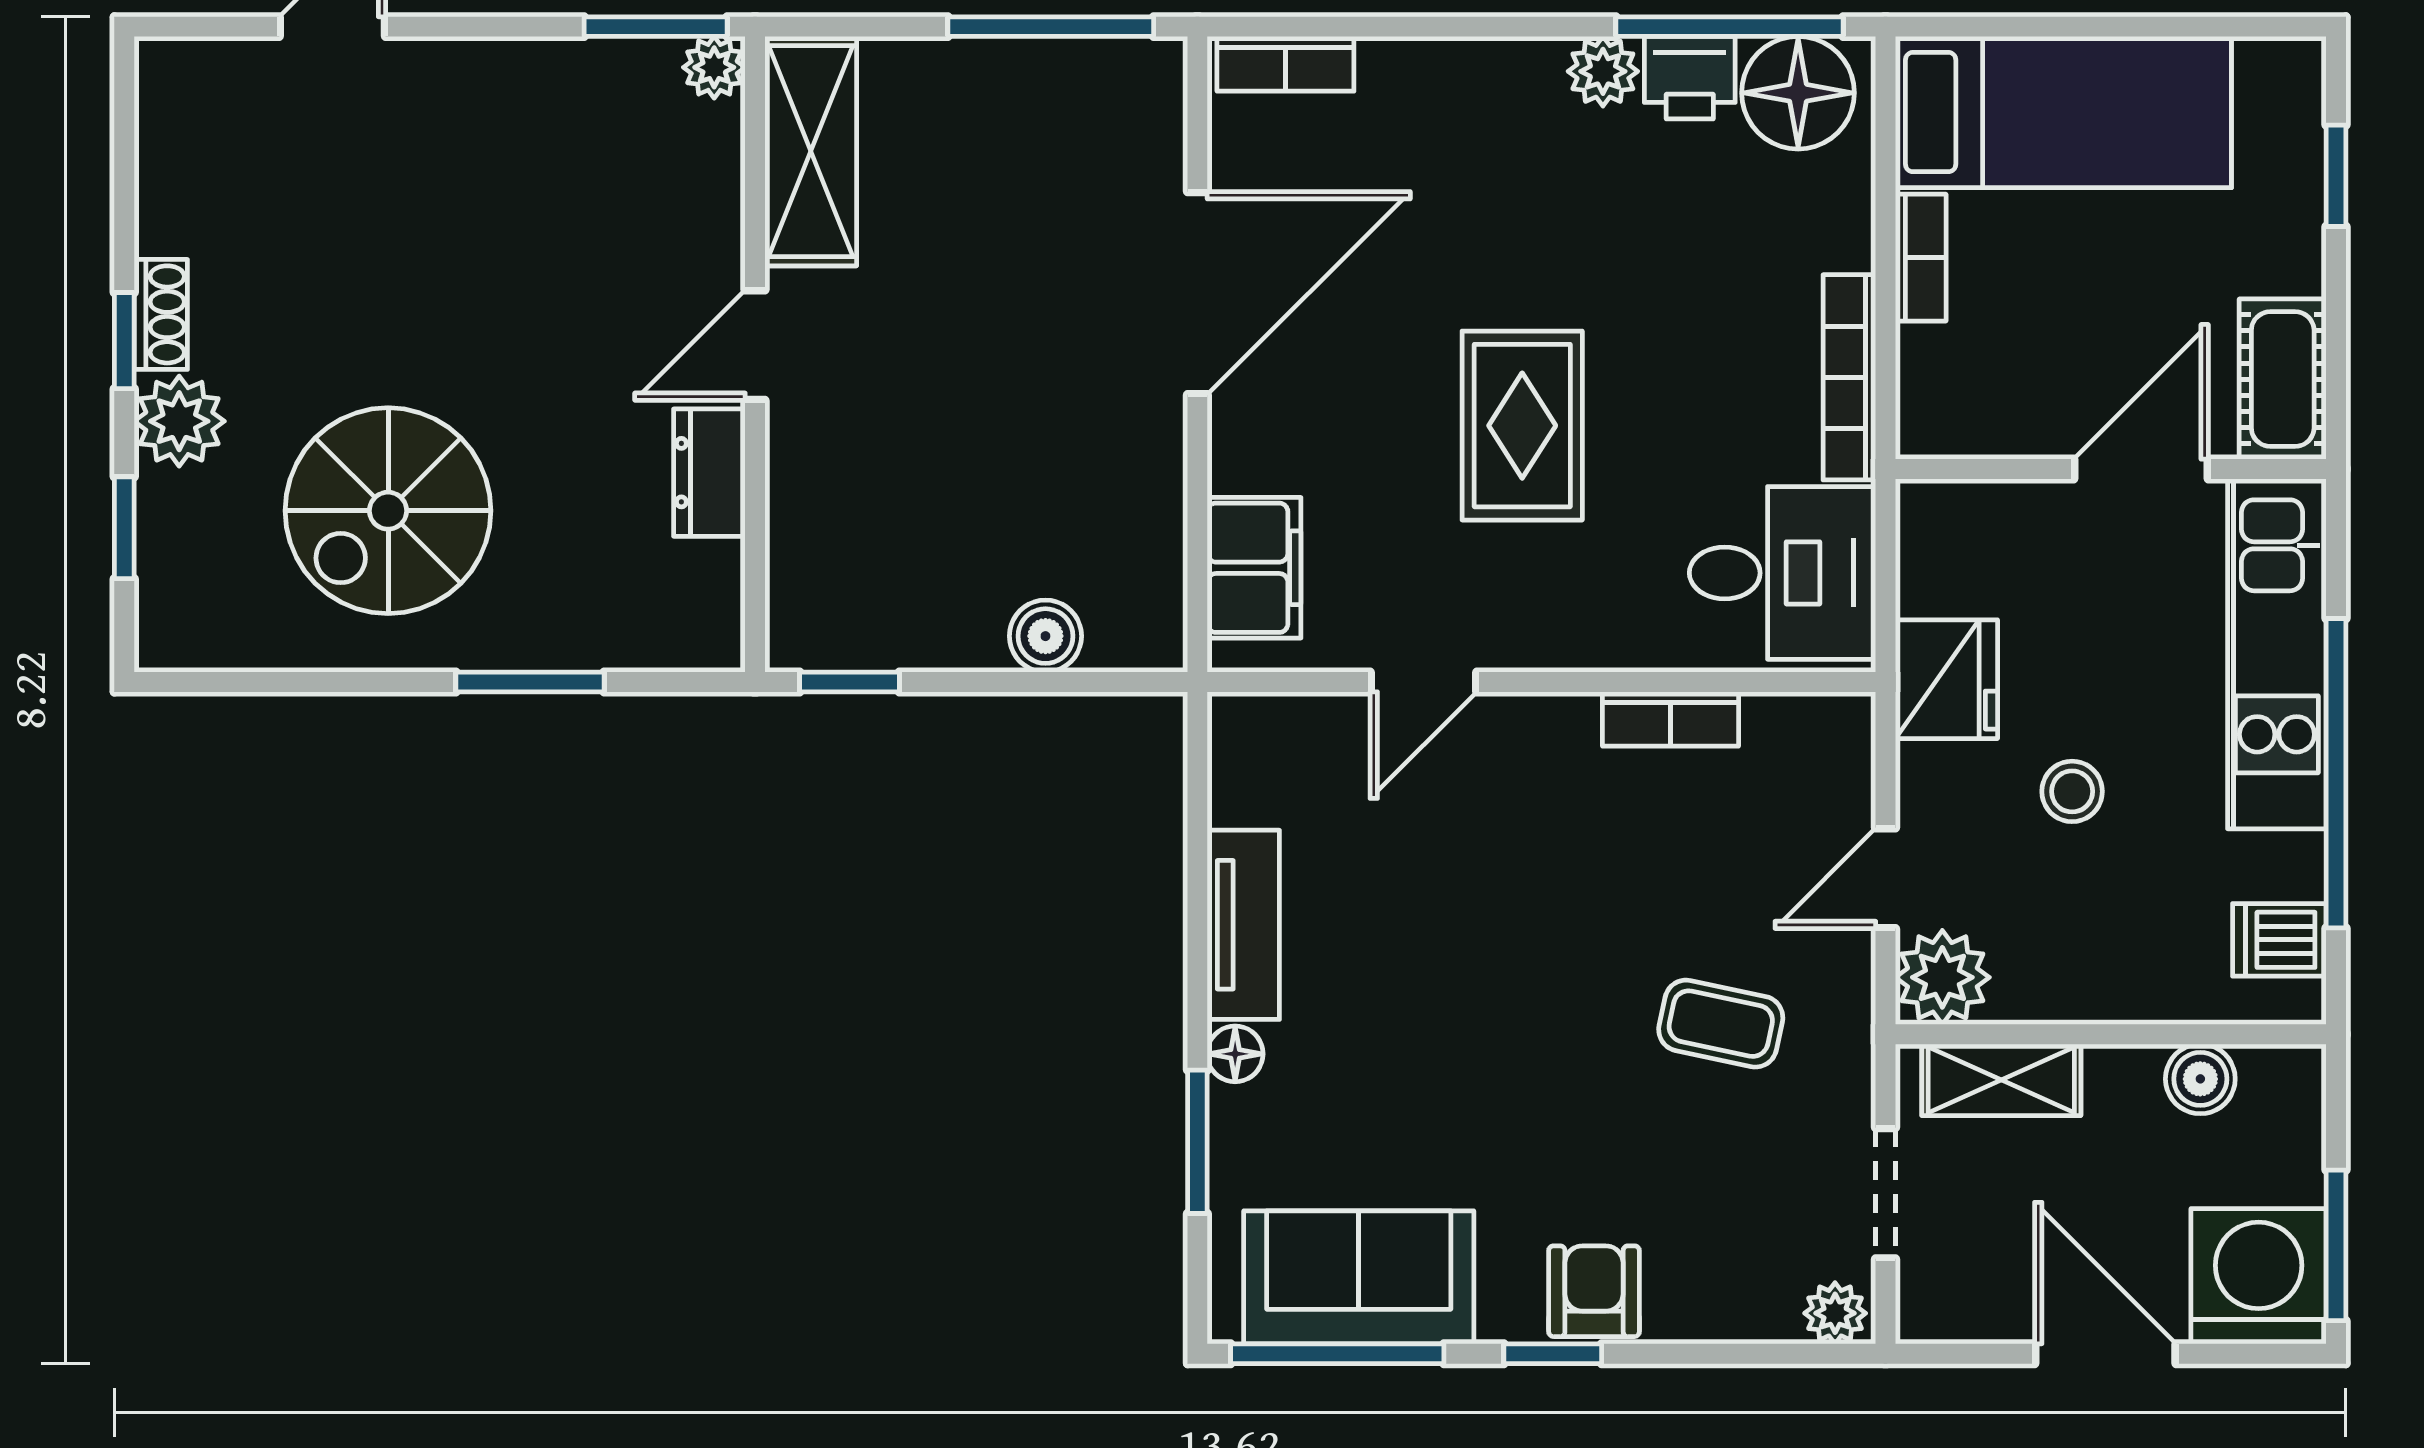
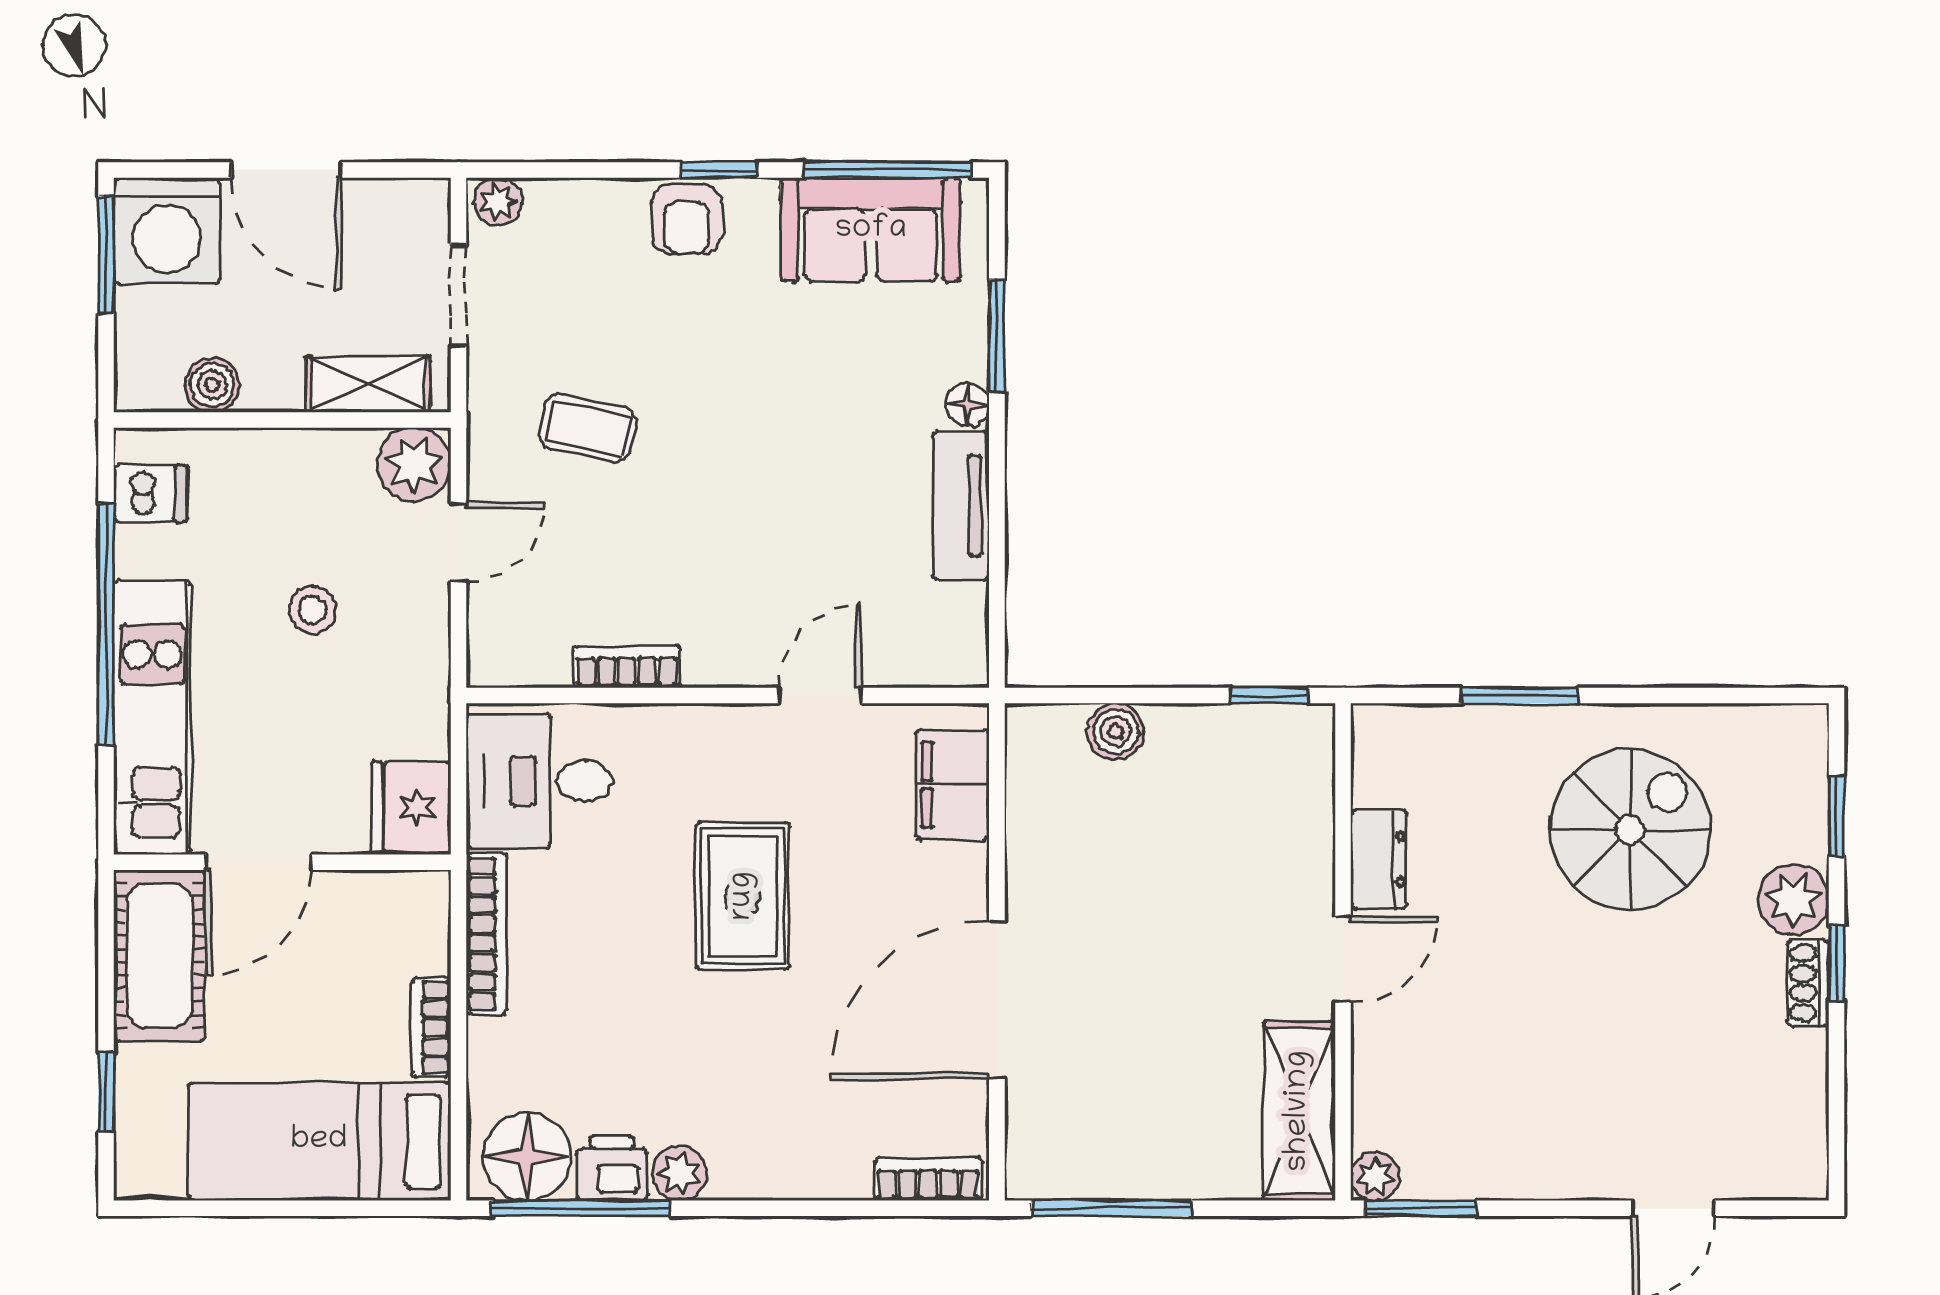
cot: (2283, 379) -> (159, 956), width x1.37, depth x1.34
fridge: (1946, 679) -> (411, 808), moved

